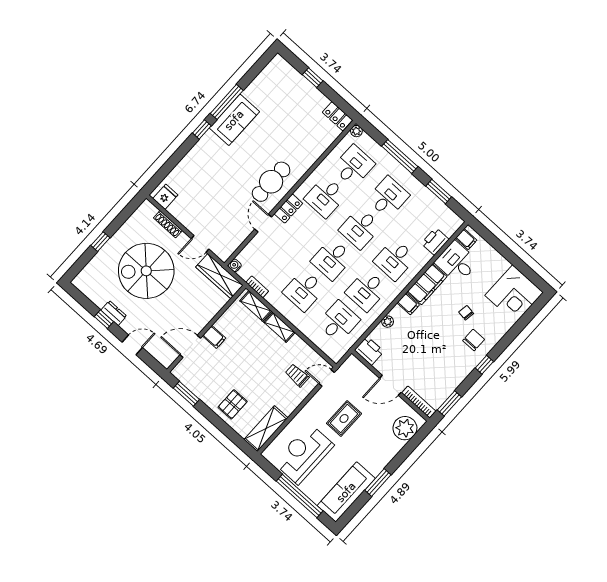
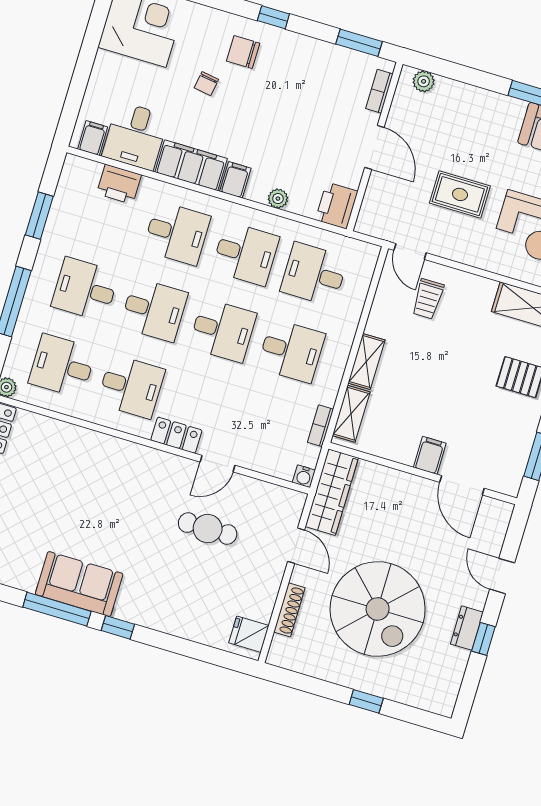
cafe table: (271, 182) -> (208, 529), moved, width x0.73, depth x0.74
bookcase: (419, 402) -> (379, 91), width x0.64
plant: (405, 428) -> (424, 81), width x0.53, depth x0.53

